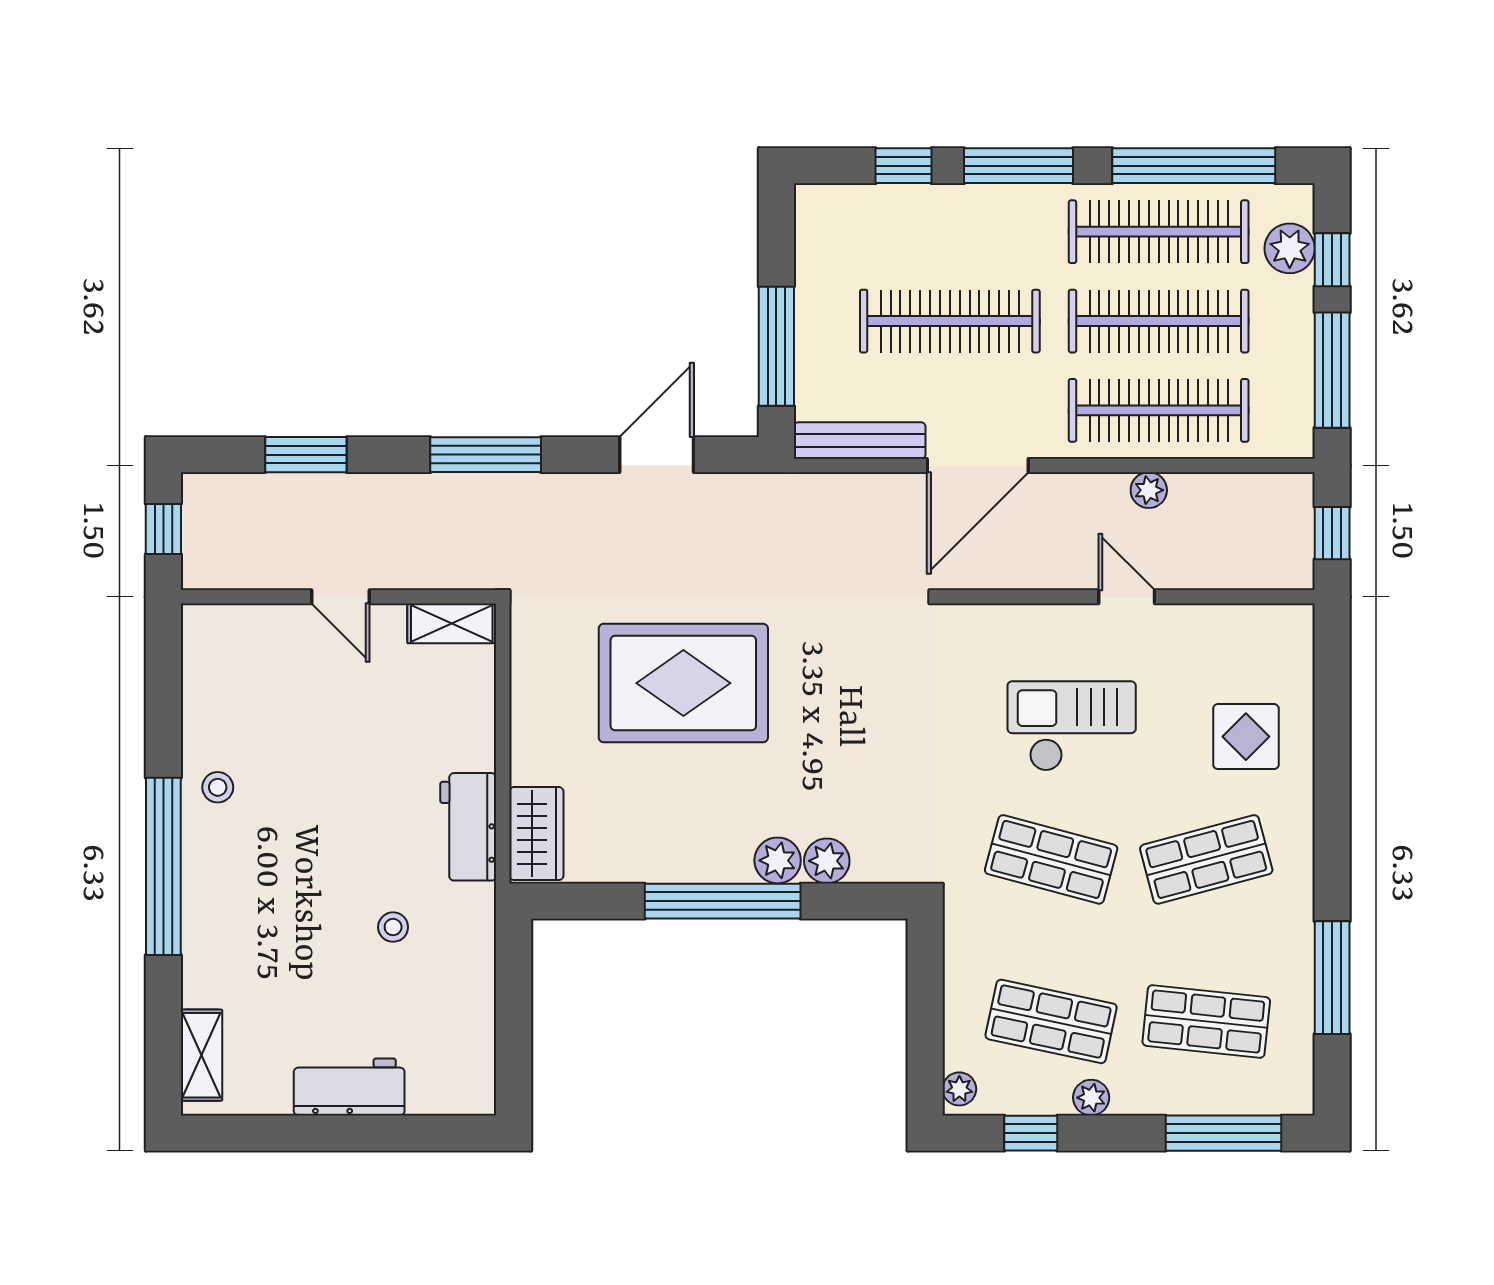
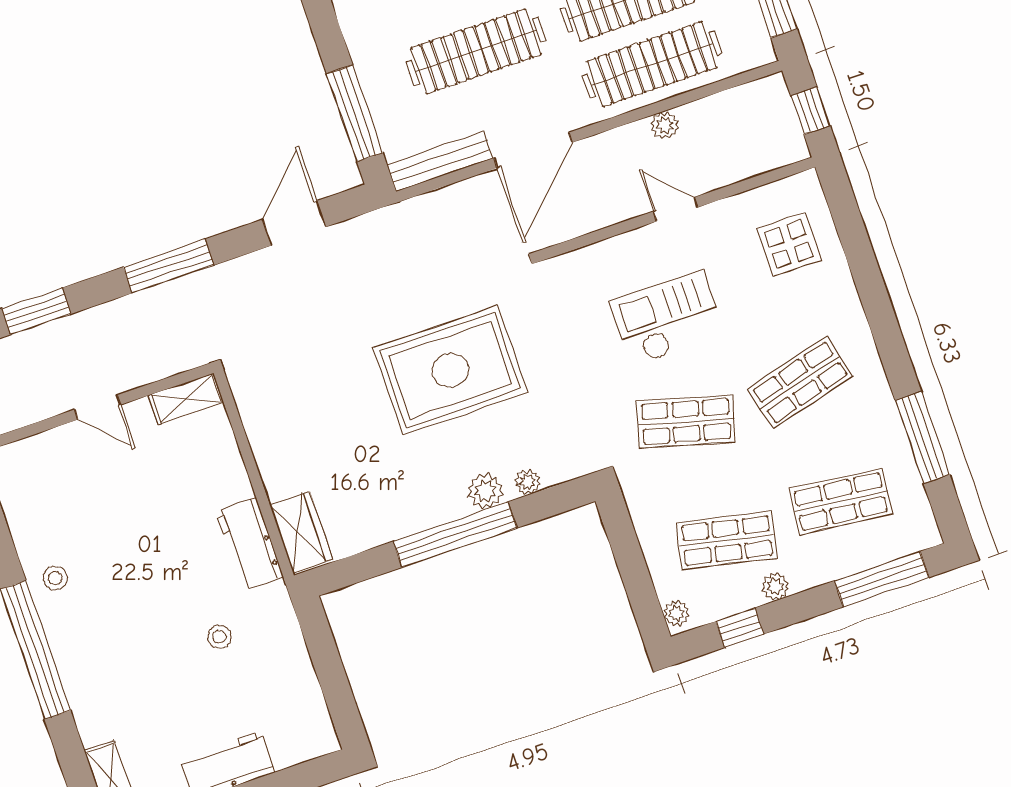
rug: (683, 683) -> (450, 370), moved
display table: (1246, 737) -> (789, 244), moved
plant: (827, 861) -> (528, 482), width x0.73, depth x0.73

